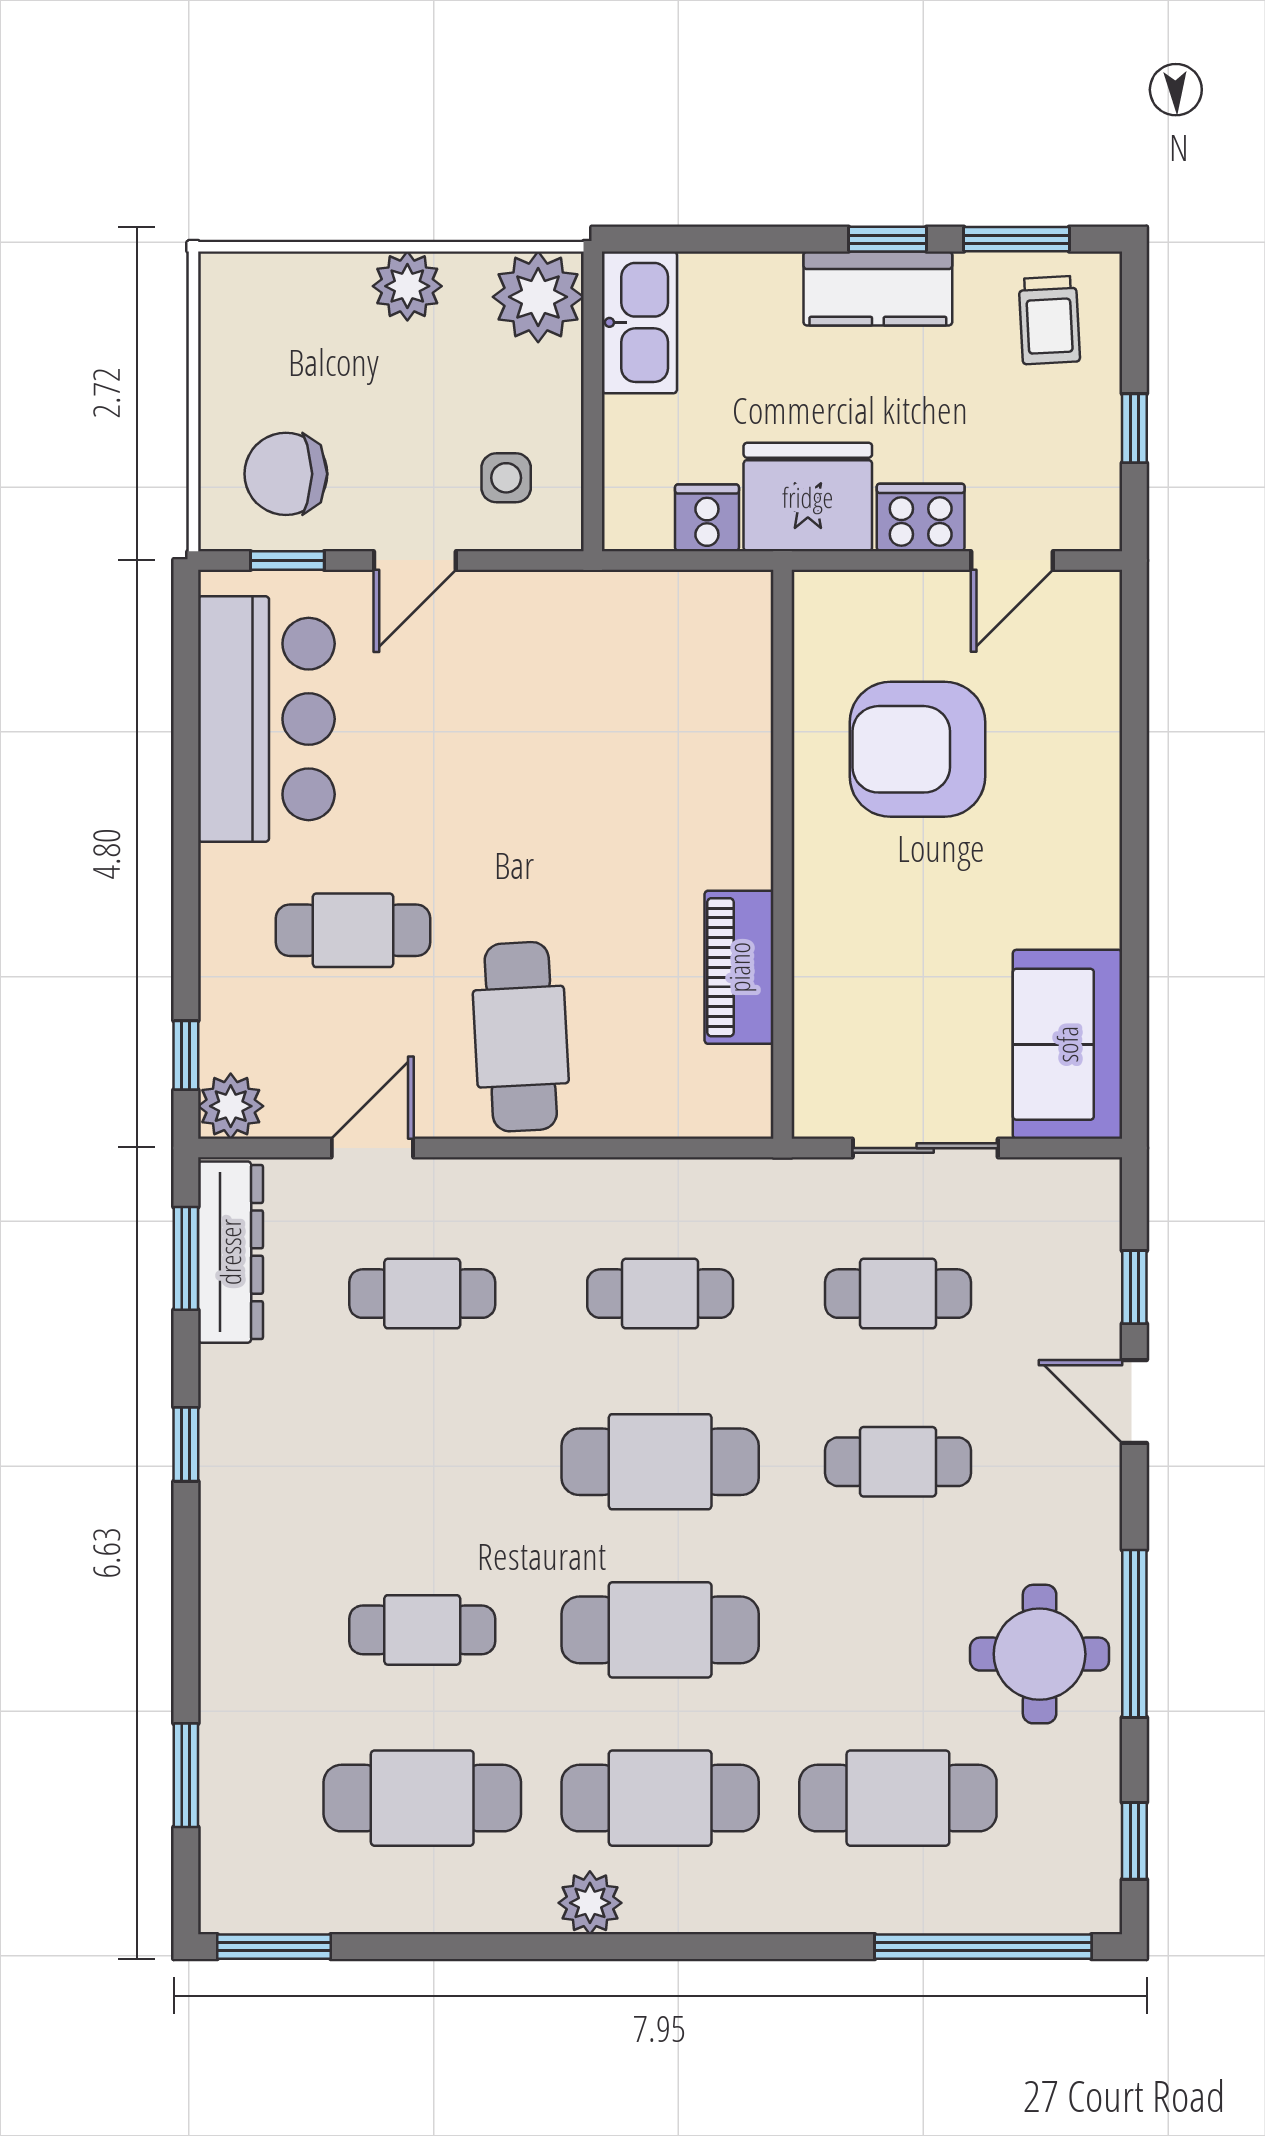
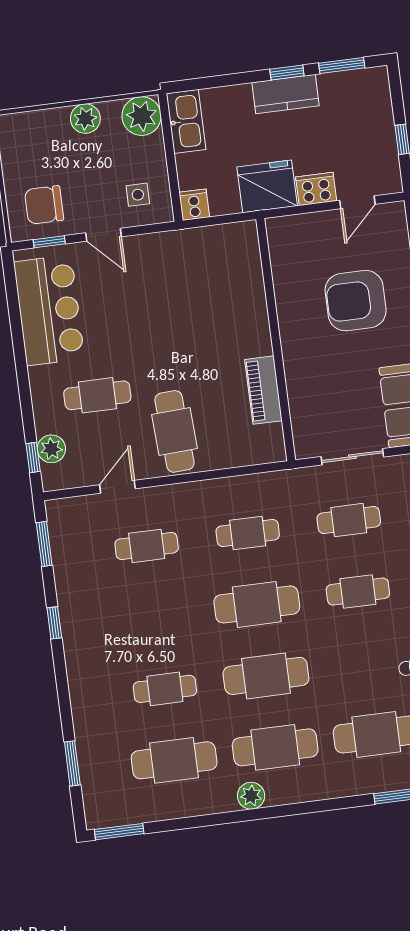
trolley: (1049, 320) -> (360, 98), removed
cooker: (707, 518) -> (194, 205), moved
door: (415, 560) -> (104, 235), hinge flipped
armchair: (917, 749) -> (356, 301), moved
plant: (231, 1106) -> (51, 449), moved
dresser: (230, 1252) -> (63, 539), removed

